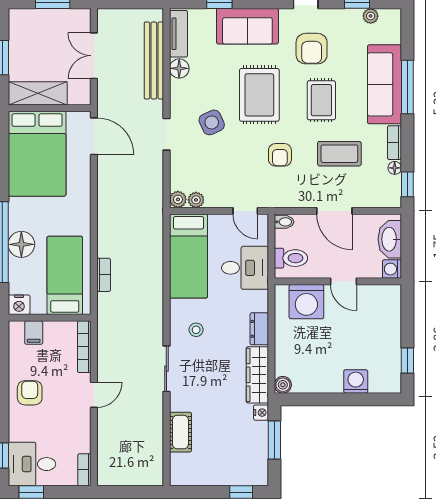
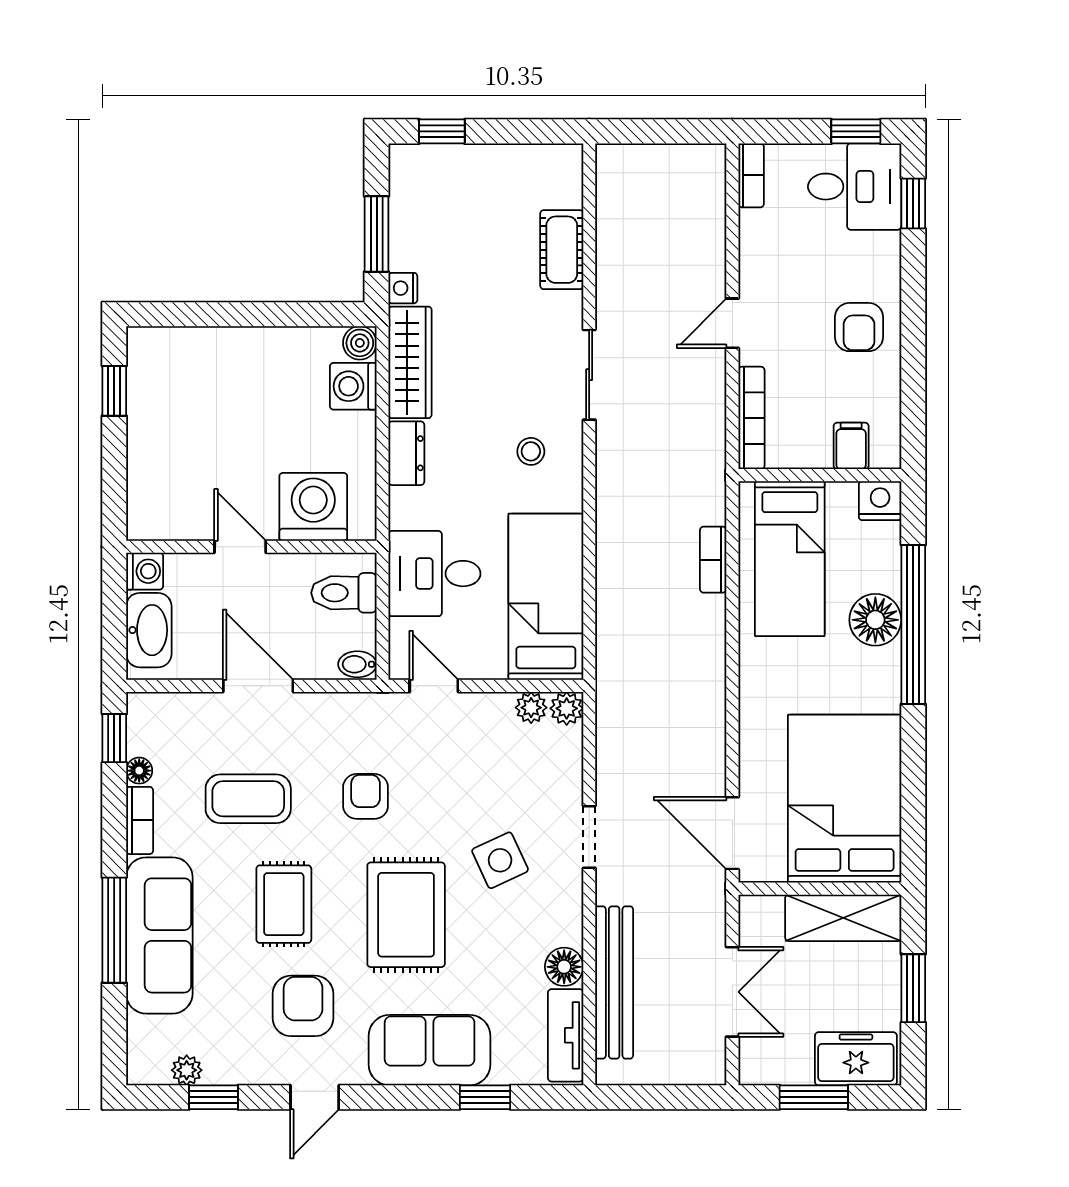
freezer: (31, 22) -> (856, 1059), added
washing machine: (356, 381) -> (353, 386), moved, turned 90

